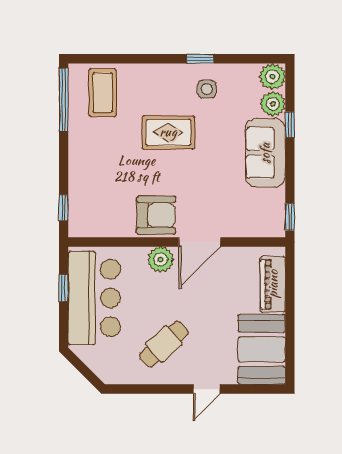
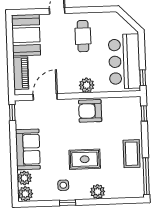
plant: (148, 76) -> (98, 192), added
coffee table: (103, 93) -> (132, 154), moved
window: (290, 125) -> (14, 166), removed
door: (200, 242) -> (45, 97), moved
window: (64, 288) -> (143, 78), moved
cafe table: (164, 344) -> (83, 36), turned -48

